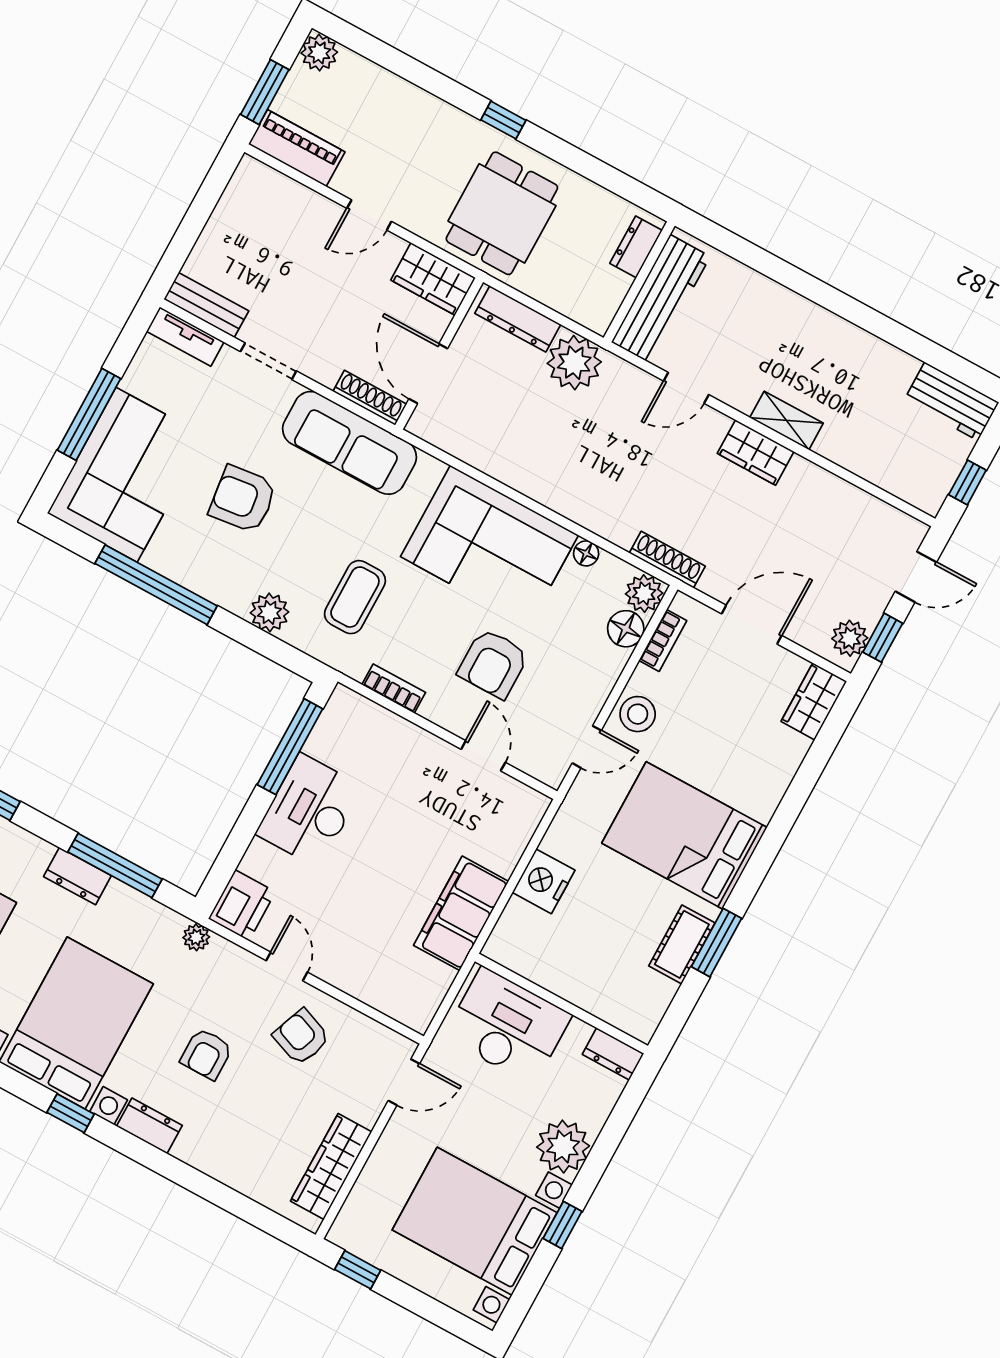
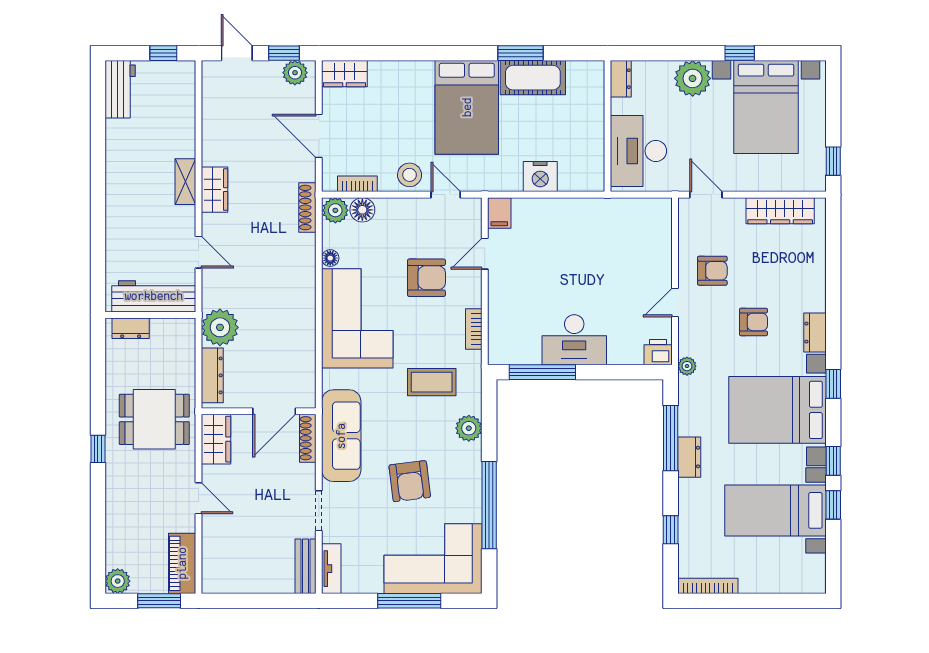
printer: (242, 905) -> (658, 352), width x0.73, depth x0.81
filing cabinet: (461, 913) -> (499, 213), moved, width x0.33, depth x0.86
cot: (682, 944) -> (533, 78), width x1.37, depth x1.34
armchair: (301, 1037) -> (712, 271), turned -111

